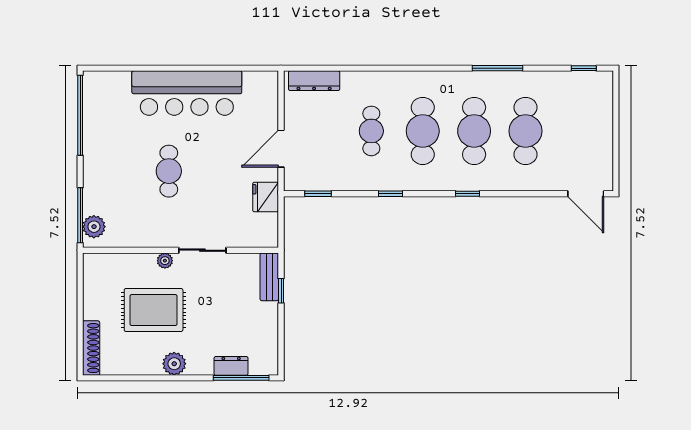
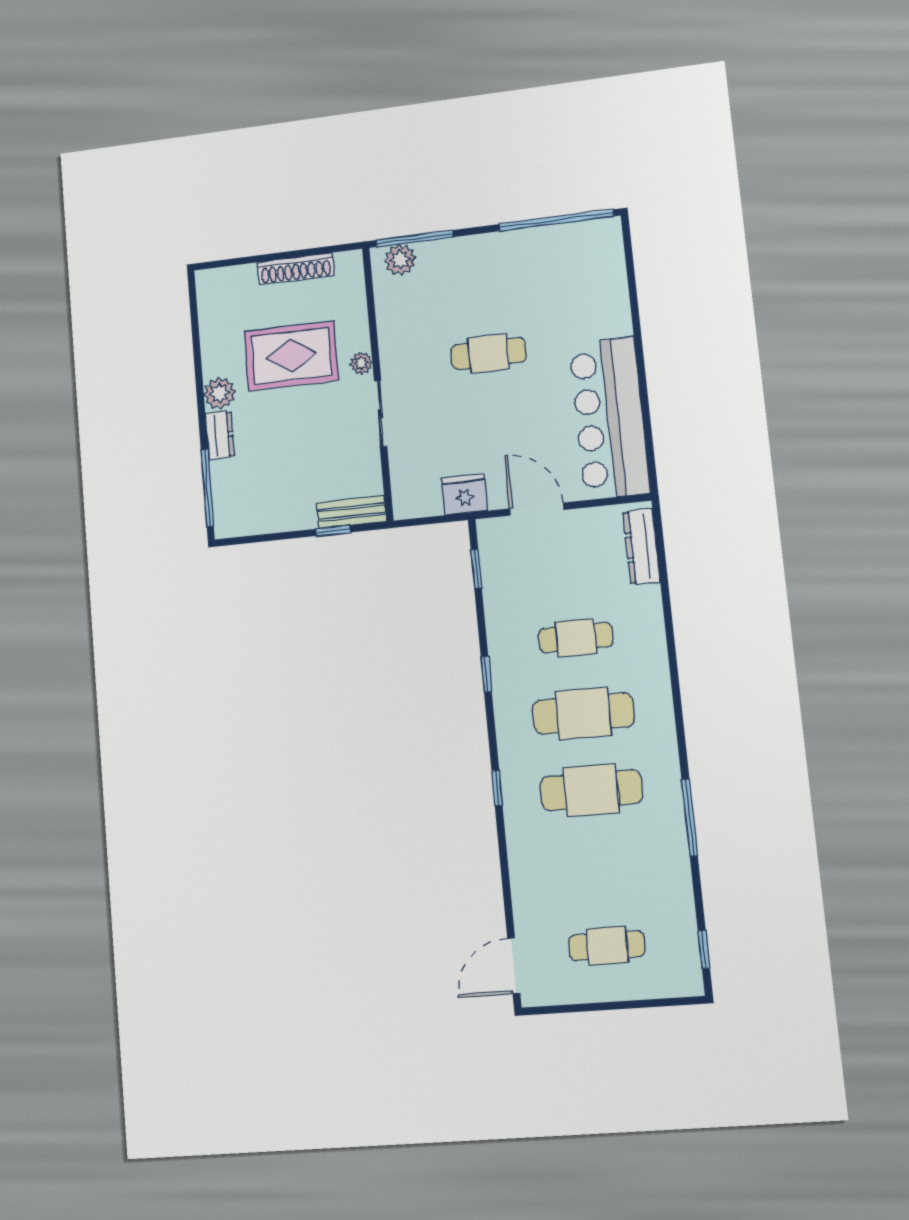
bar counter: (187, 93) -> (609, 418), moved
cafe table: (526, 131) -> (607, 946), moved, width x0.73, depth x0.74
rug: (154, 310) -> (291, 356), turned 90
shoe rack: (91, 348) -> (296, 269), moved
dresser: (231, 366) -> (220, 435), moved

